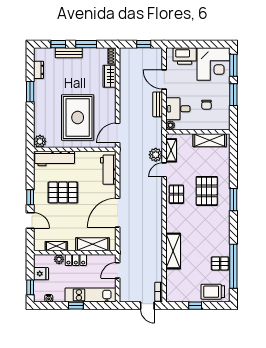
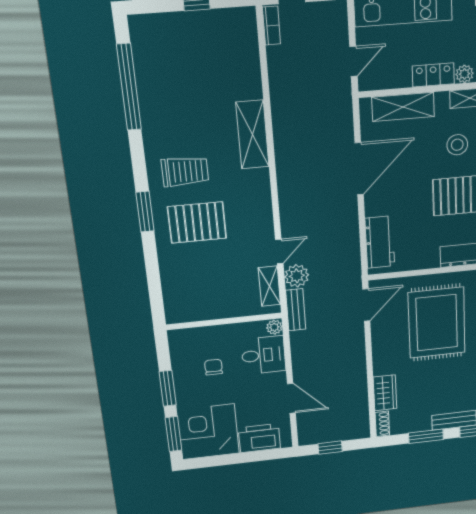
bench: (158, 104) -> (296, 310), moved
shelving: (210, 140) -> (201, 310), removed
pallet: (207, 191) -> (197, 222), turned 90
pallet: (176, 194) -> (253, 211), removed
stool: (64, 221) -> (457, 145), added
shelving: (173, 251) -> (252, 135), moved
pallet: (220, 263) -> (156, 90), removed
trolley: (213, 292) -> (185, 171), moved

